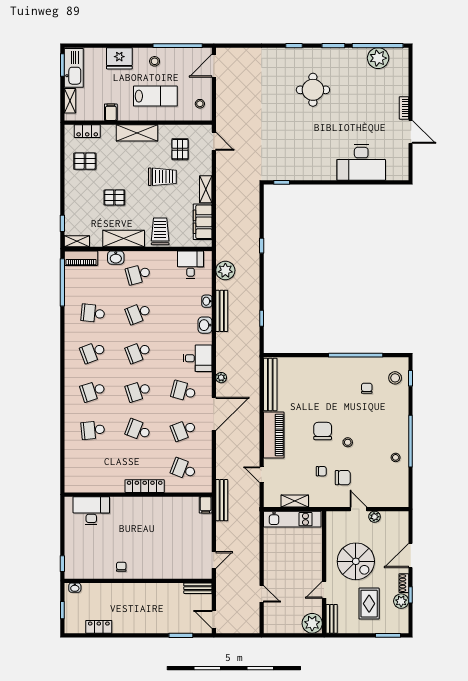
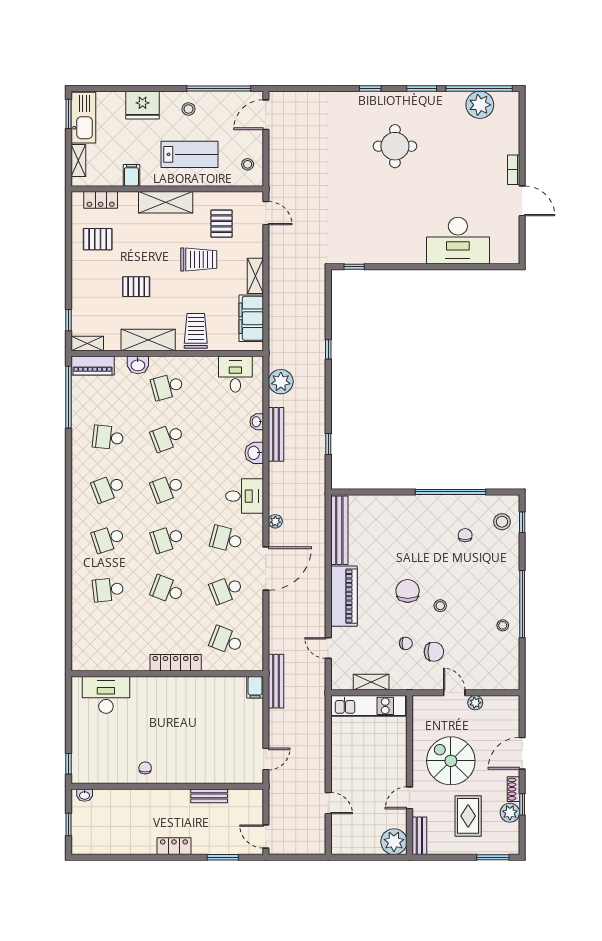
spiral stairs: (356, 561) -> (451, 761), turned 180
bench: (198, 588) -> (209, 796), moved
locker: (99, 627) -> (174, 846), moved

